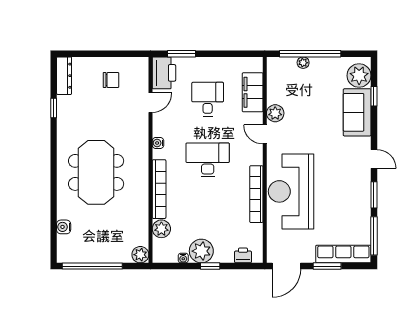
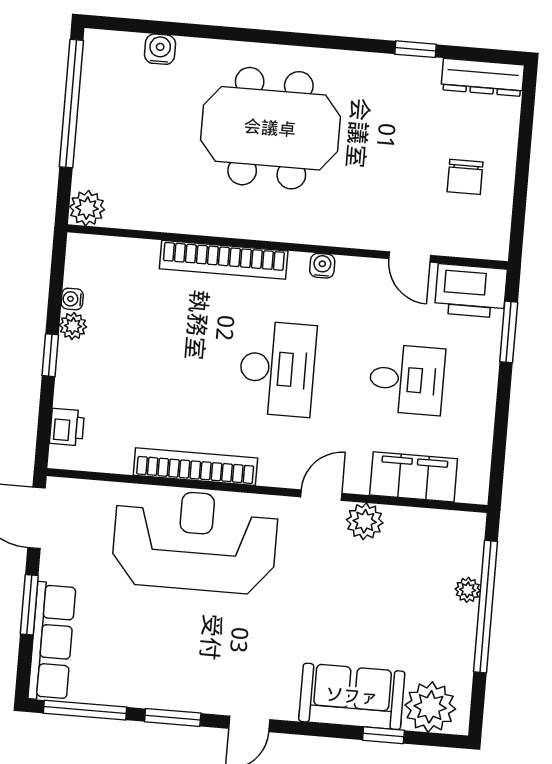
plant: (161, 229) -> (138, 258), removed
plant: (201, 251) -> (73, 326), width x0.53, depth x0.53

